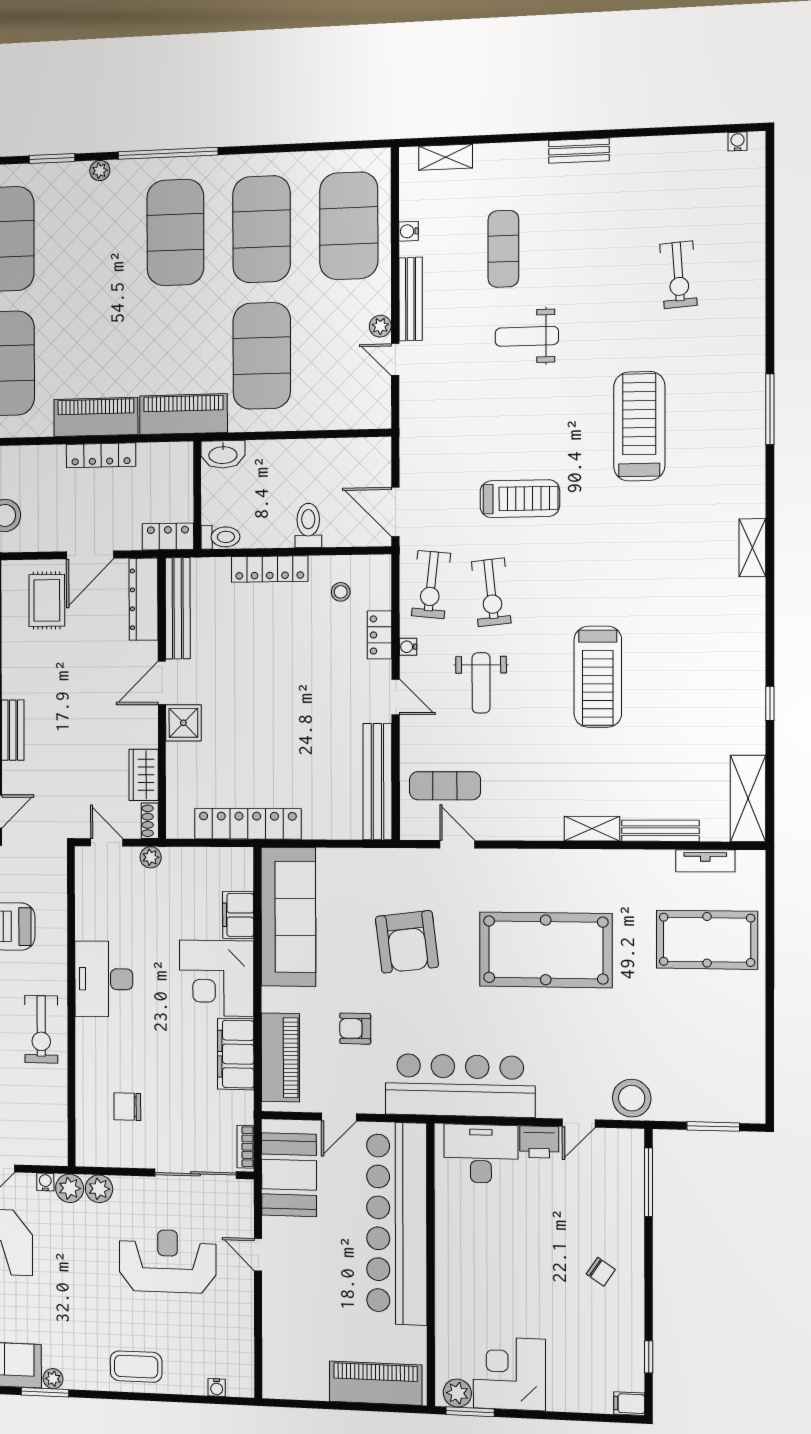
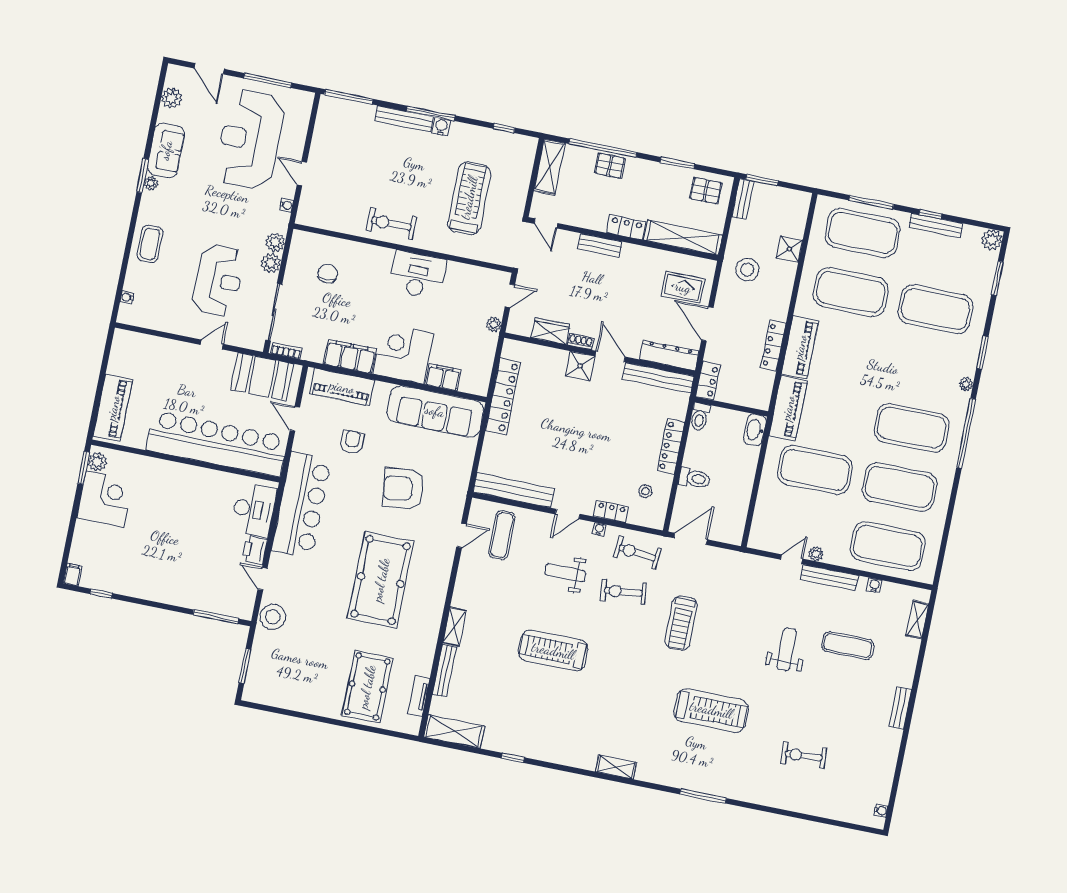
shoe rack: (150, 821) -> (581, 342), moved
plant: (70, 1188) -> (271, 263), moved
chair: (601, 1272) -> (162, 573), removed

